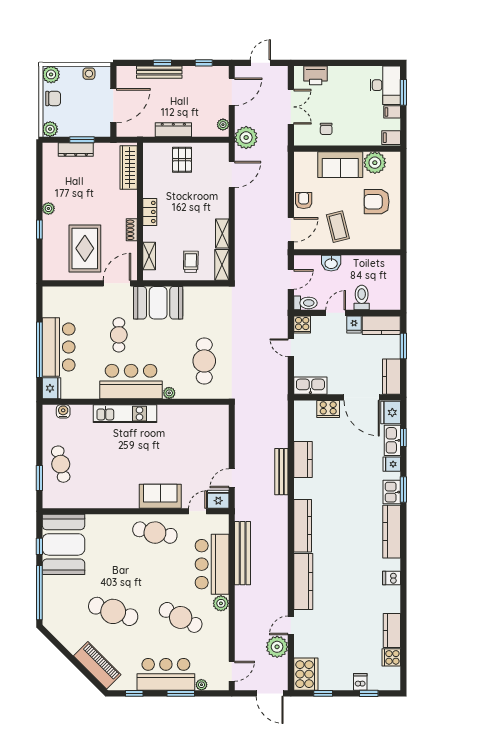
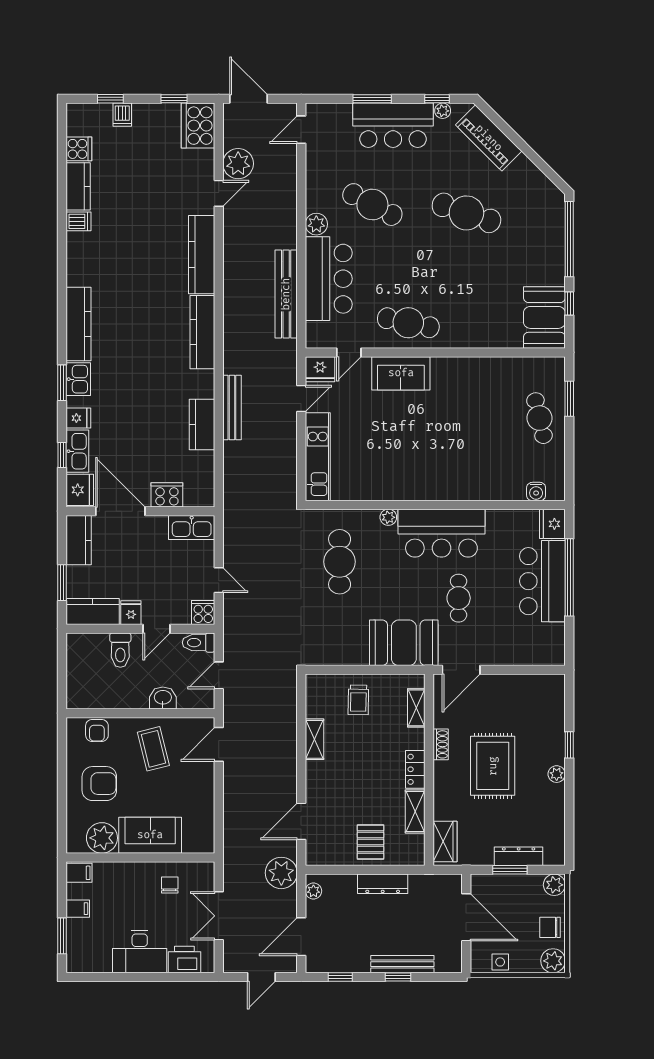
desk: (385, 85) -> (140, 952), moved, turned -90
door: (113, 106) -> (466, 917), swing flipped
wardrobe: (129, 167) -> (445, 841), width x0.67
armchair: (304, 201) -> (97, 730), moved
rug: (85, 248) -> (493, 766), moved
shelving: (222, 265) -> (415, 812), moved
kitchen unit: (125, 414) -> (318, 457), moved, turned 90
booth: (63, 544) -> (544, 317), width x0.73, depth x0.70
dishwasher: (392, 578) -> (79, 221), moved
plant: (201, 685) -> (443, 111), moved

